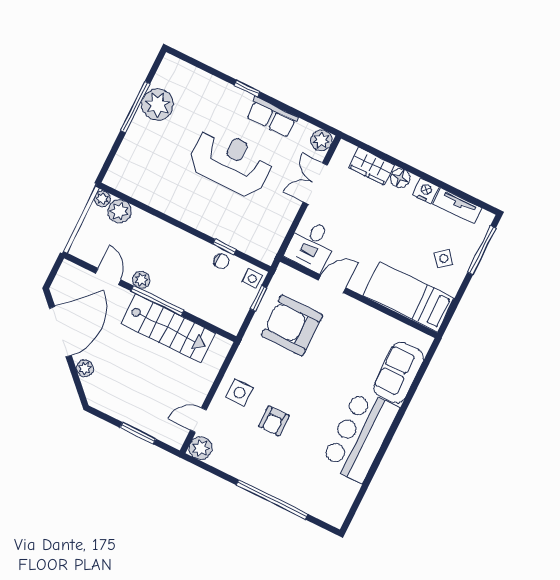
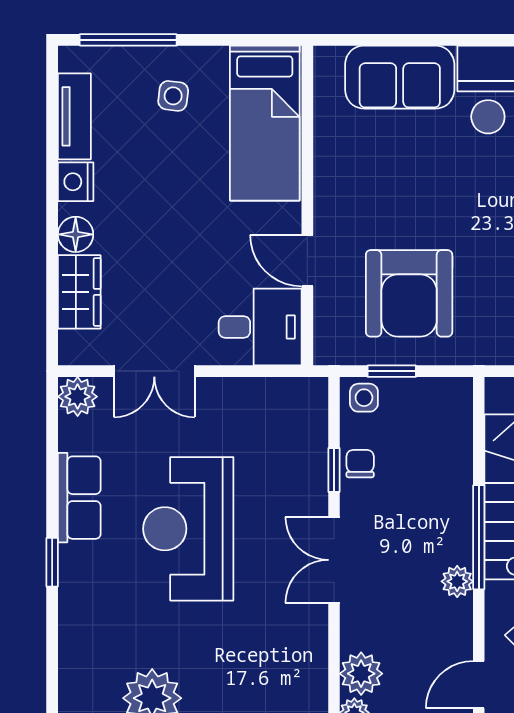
double door: (181, 225) -> (334, 560), added
side table: (444, 258) -> (173, 96), turned 45
door: (108, 276) -> (479, 685), moved

